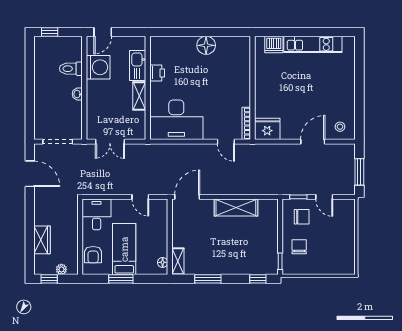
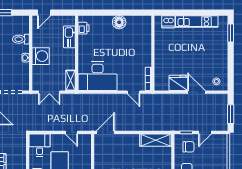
window: (359, 60) -> (231, 33), added
washing machine: (98, 67) -> (41, 56), moved
printer: (157, 73) -> (84, 28), moved
shelving: (139, 96) -> (71, 80), moved
fridge: (267, 129) -> (178, 83), moved
door: (313, 142) -> (197, 92), hinge flipped
door: (324, 197) -> (205, 132), hinge flipped
shelving: (236, 208) -> (156, 140), moved

